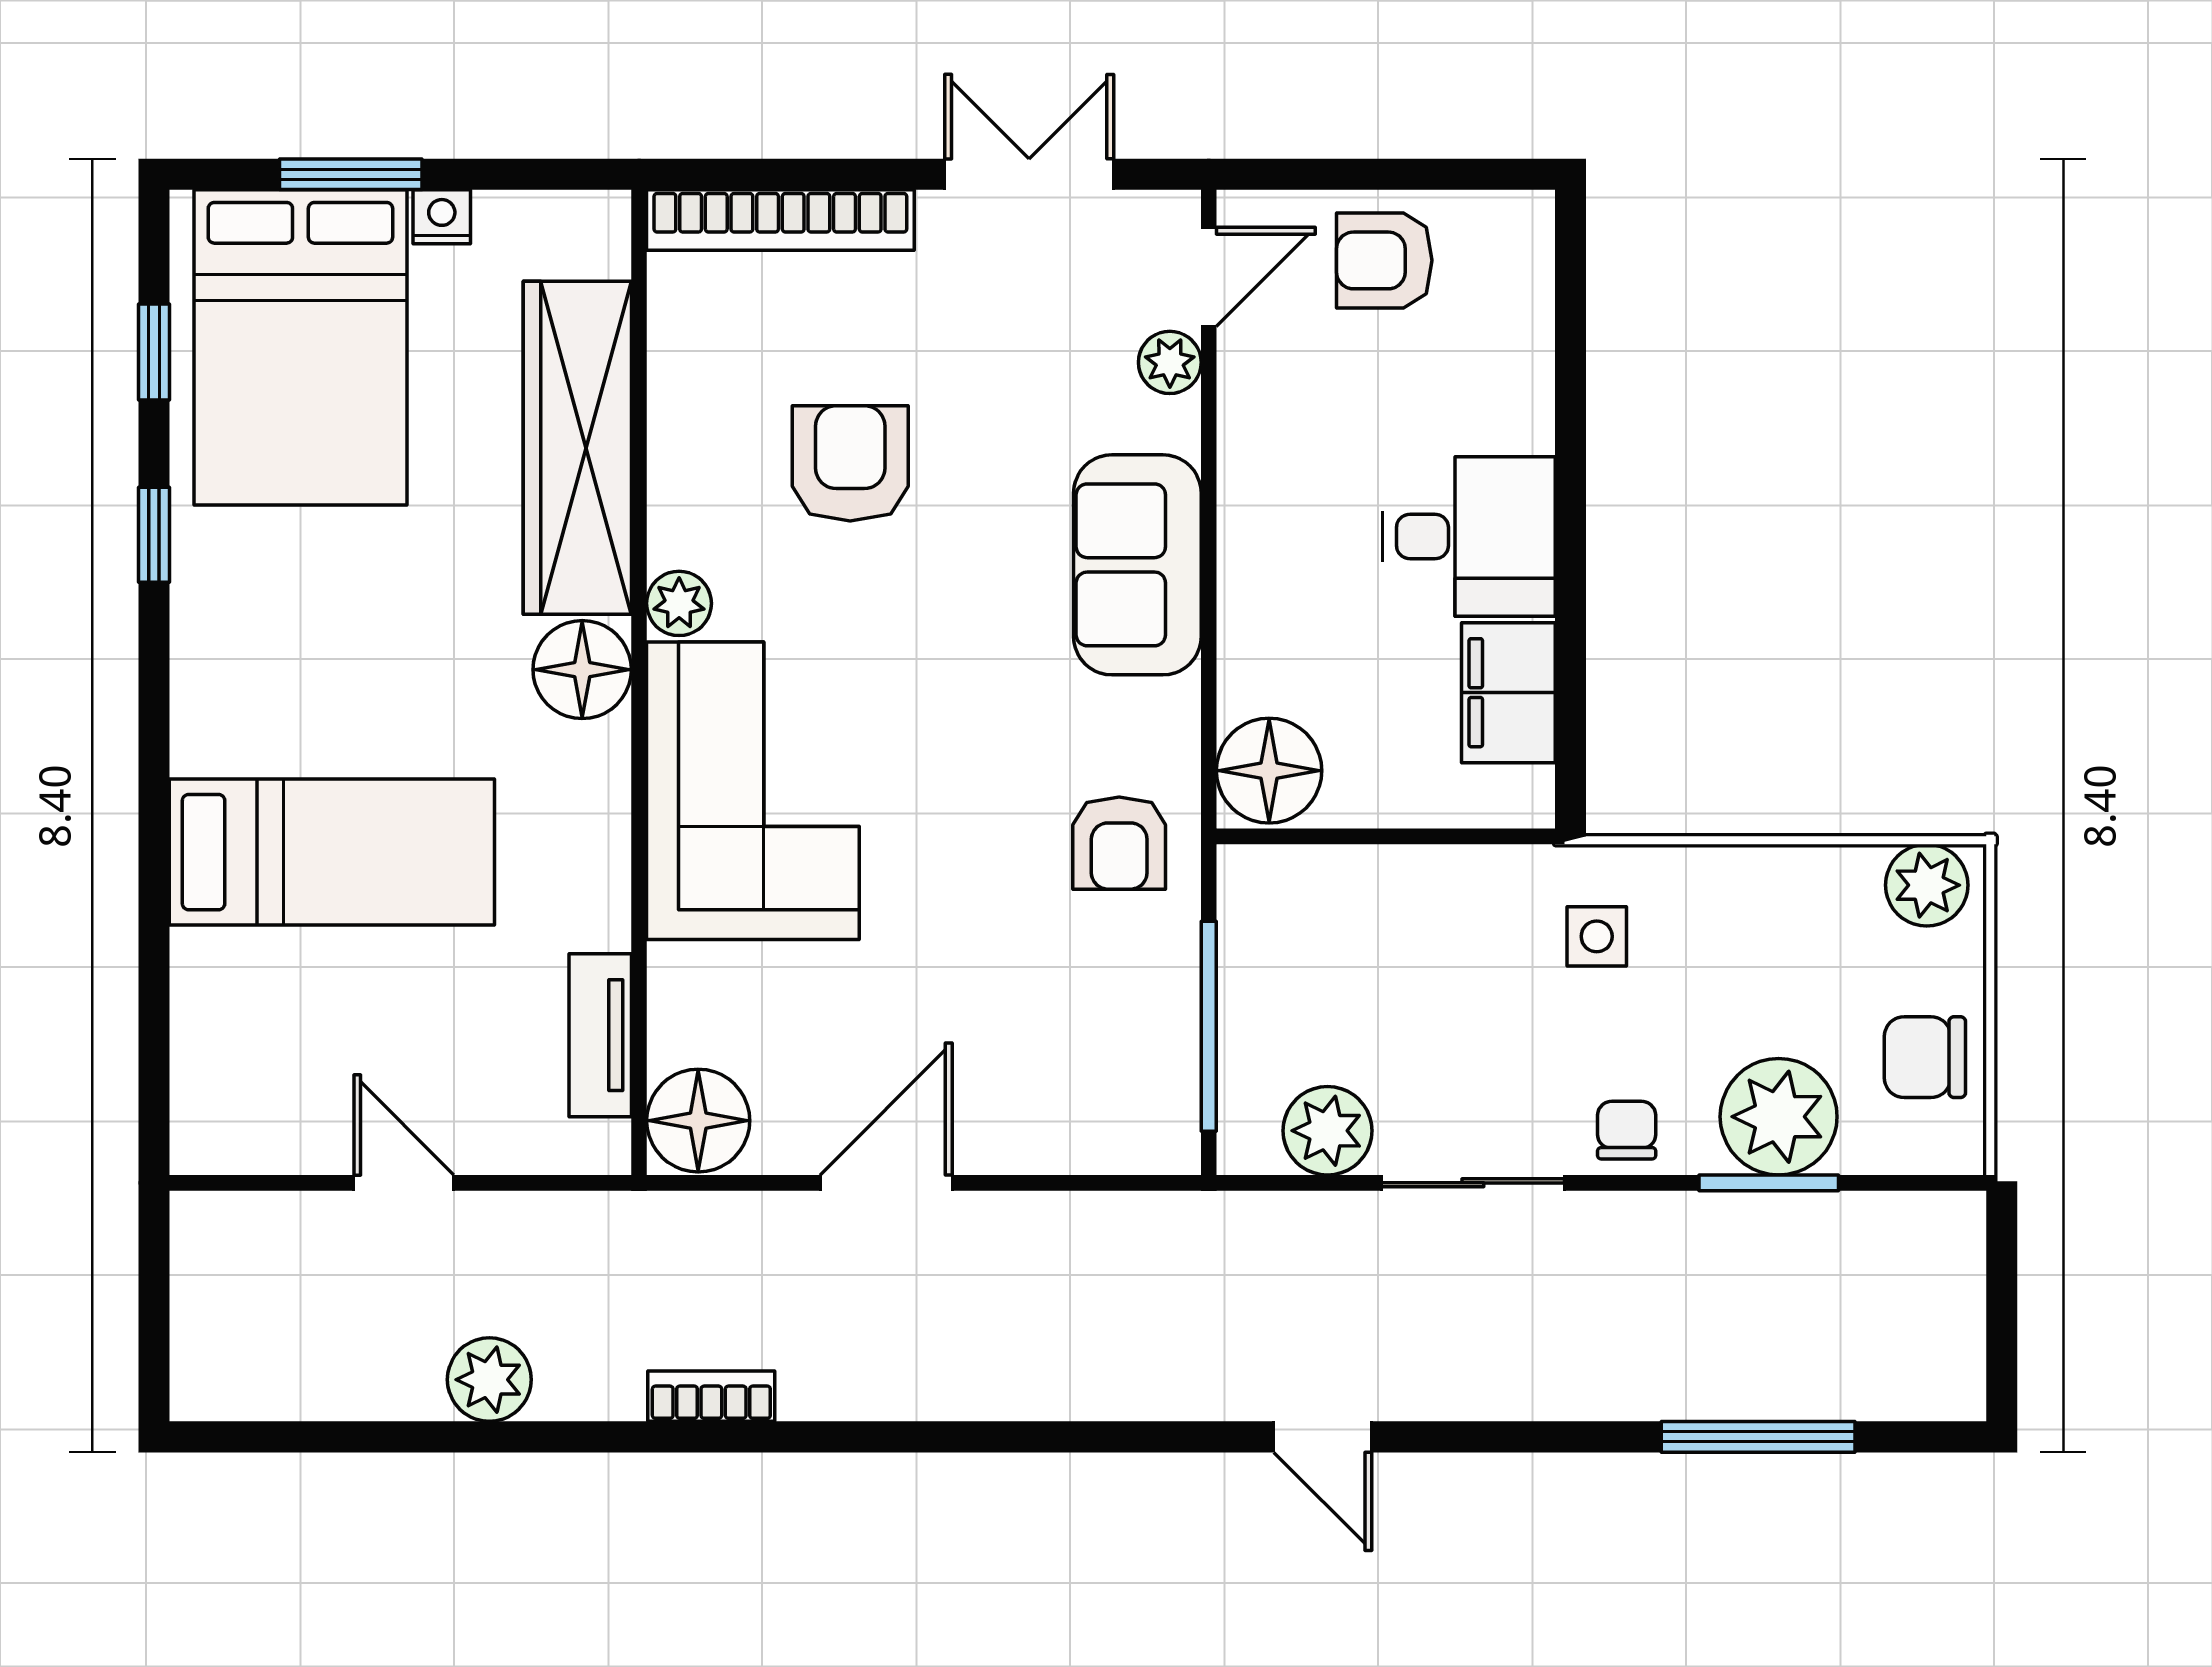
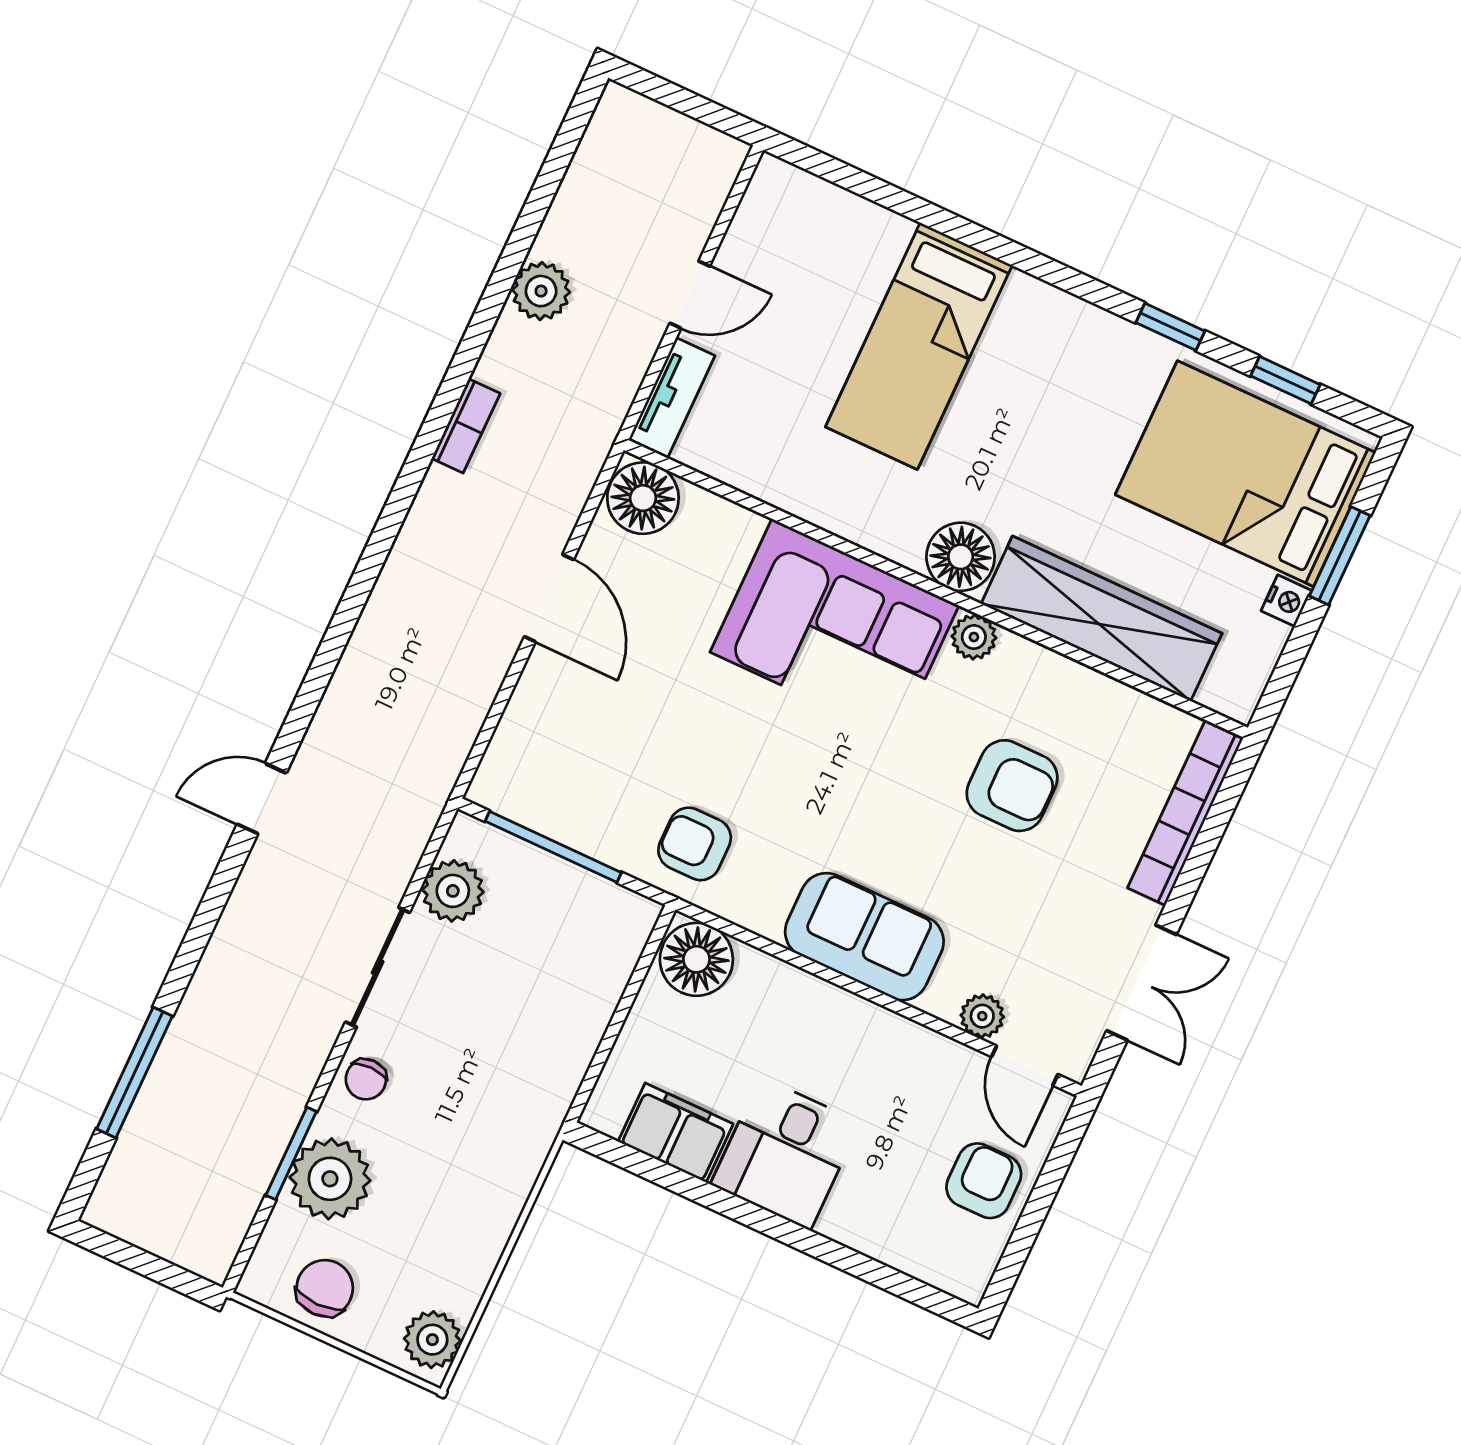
side table: (1597, 936) -> (496, 1117), removed
tv unit: (600, 1035) -> (672, 398), moved, turned 90
chair: (1627, 1130) -> (366, 1079), turned 90

